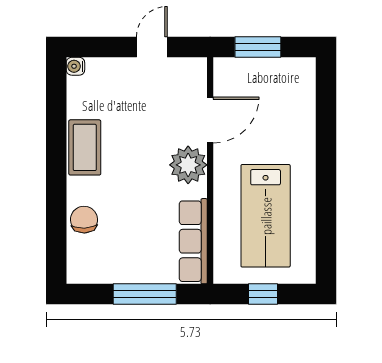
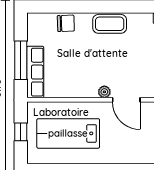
plant: (188, 165) -> (104, 92), width x0.53, depth x0.53
row of seats: (193, 241) -> (35, 72), moved, turned 90

